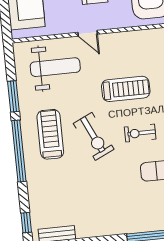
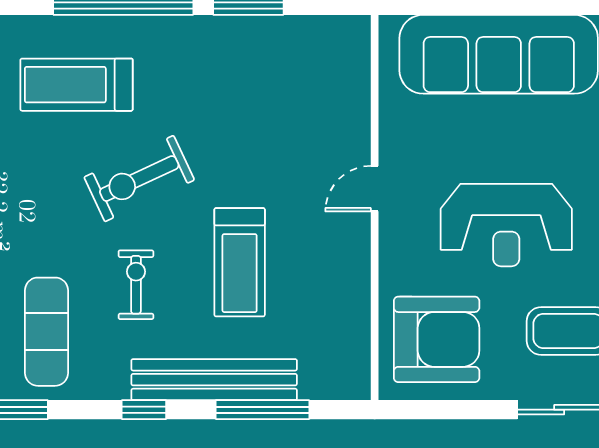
weight bench: (55, 67) -> (305, 107), removed
treadmill: (50, 134) -> (77, 85), moved, turned 180

